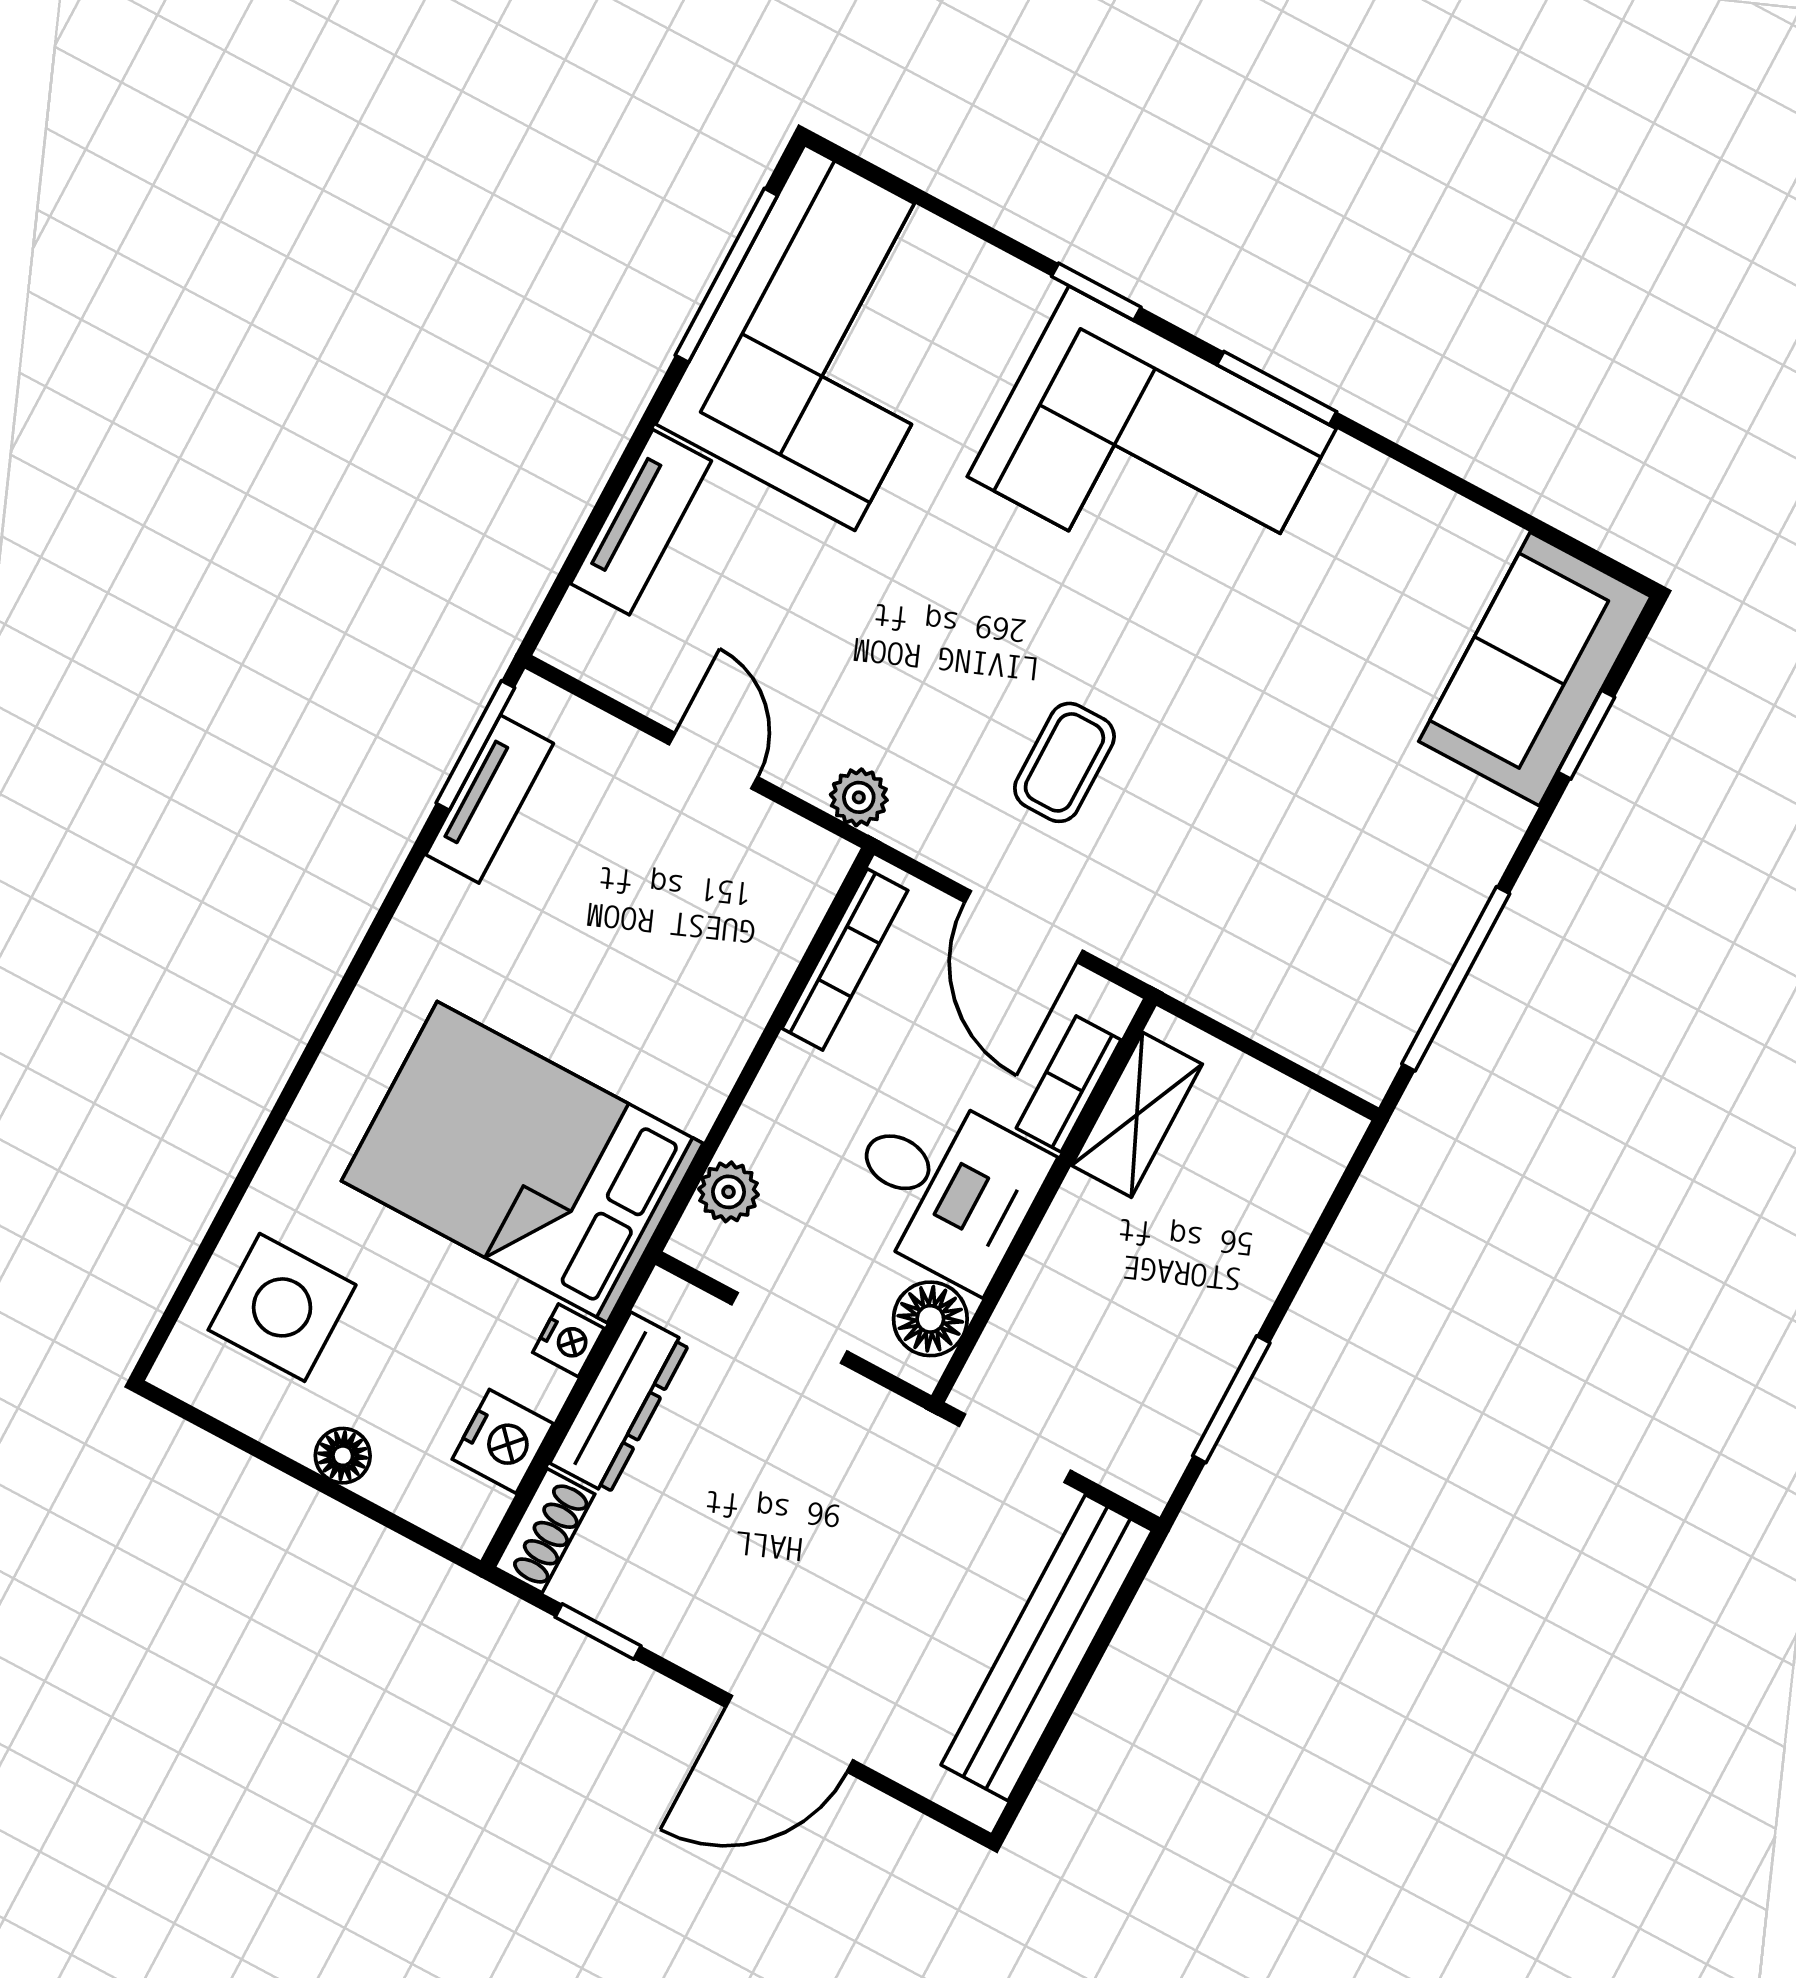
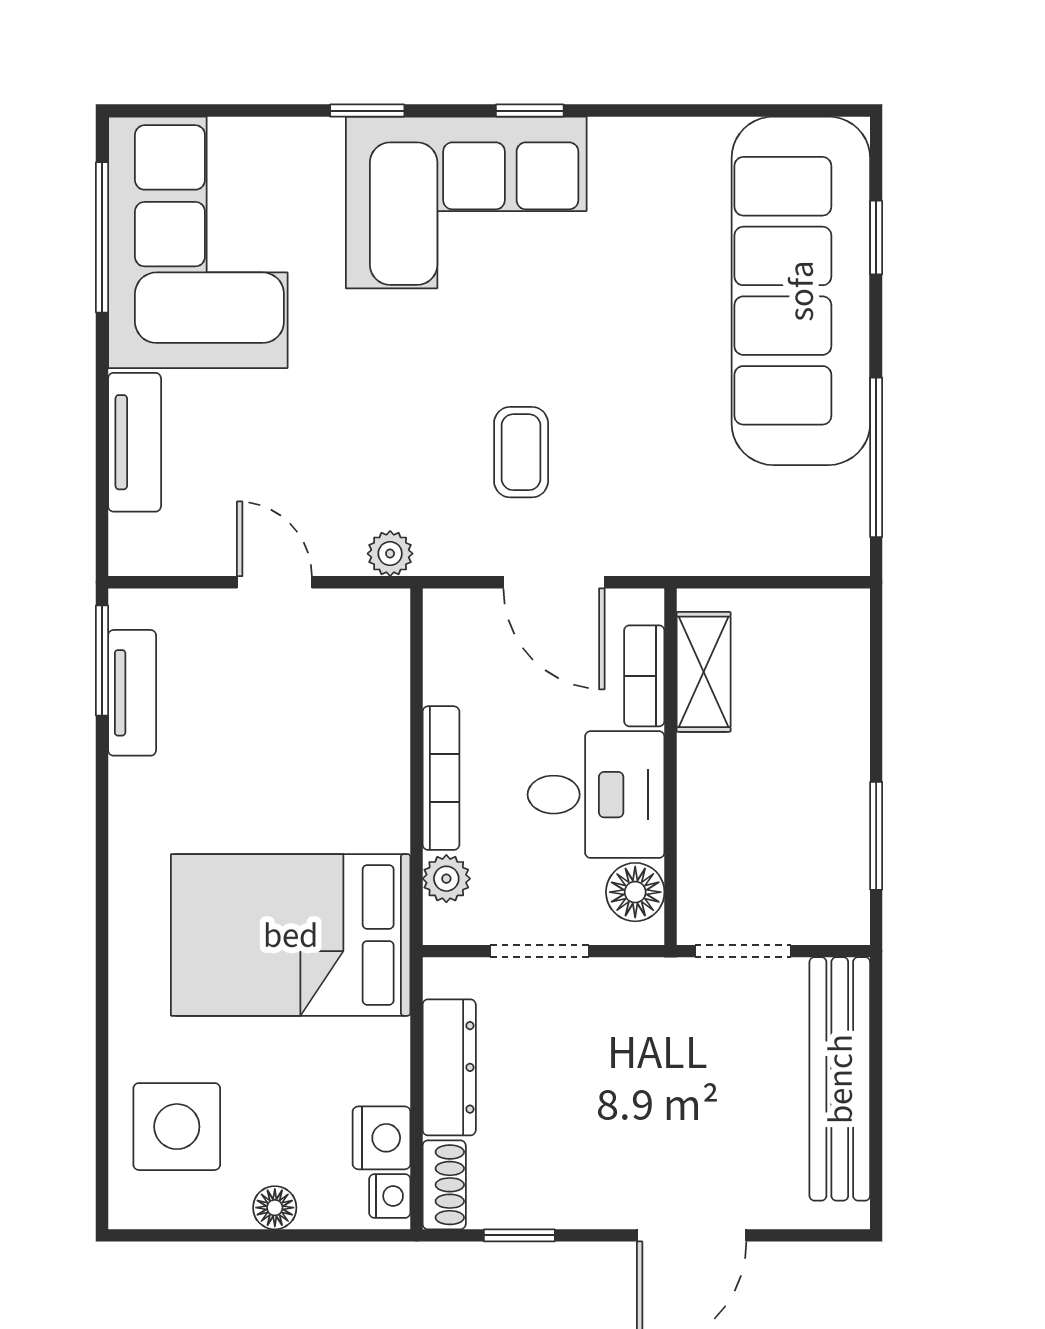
window: (1277, 388) -> (530, 111), width x0.67
sofa: (1535, 669) -> (801, 291), width x1.85, depth x1.27
bookcase: (845, 959) -> (441, 778), moved
nightstand: (568, 1340) -> (390, 1196), moved

